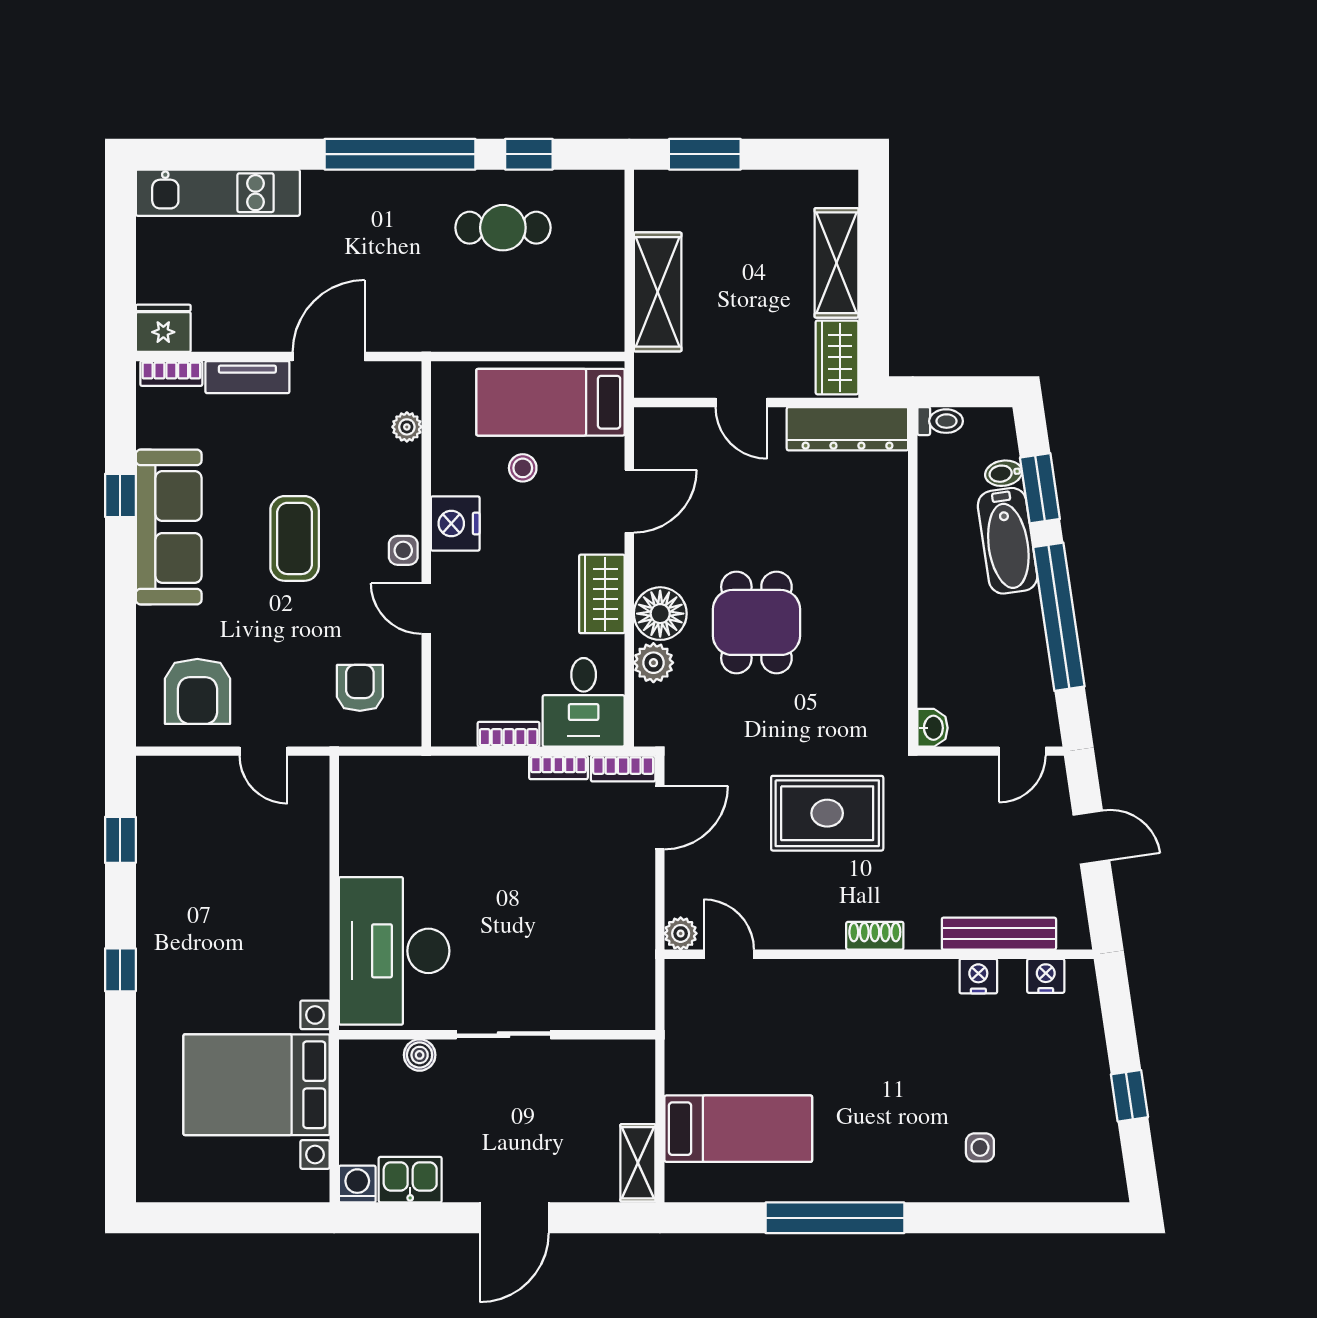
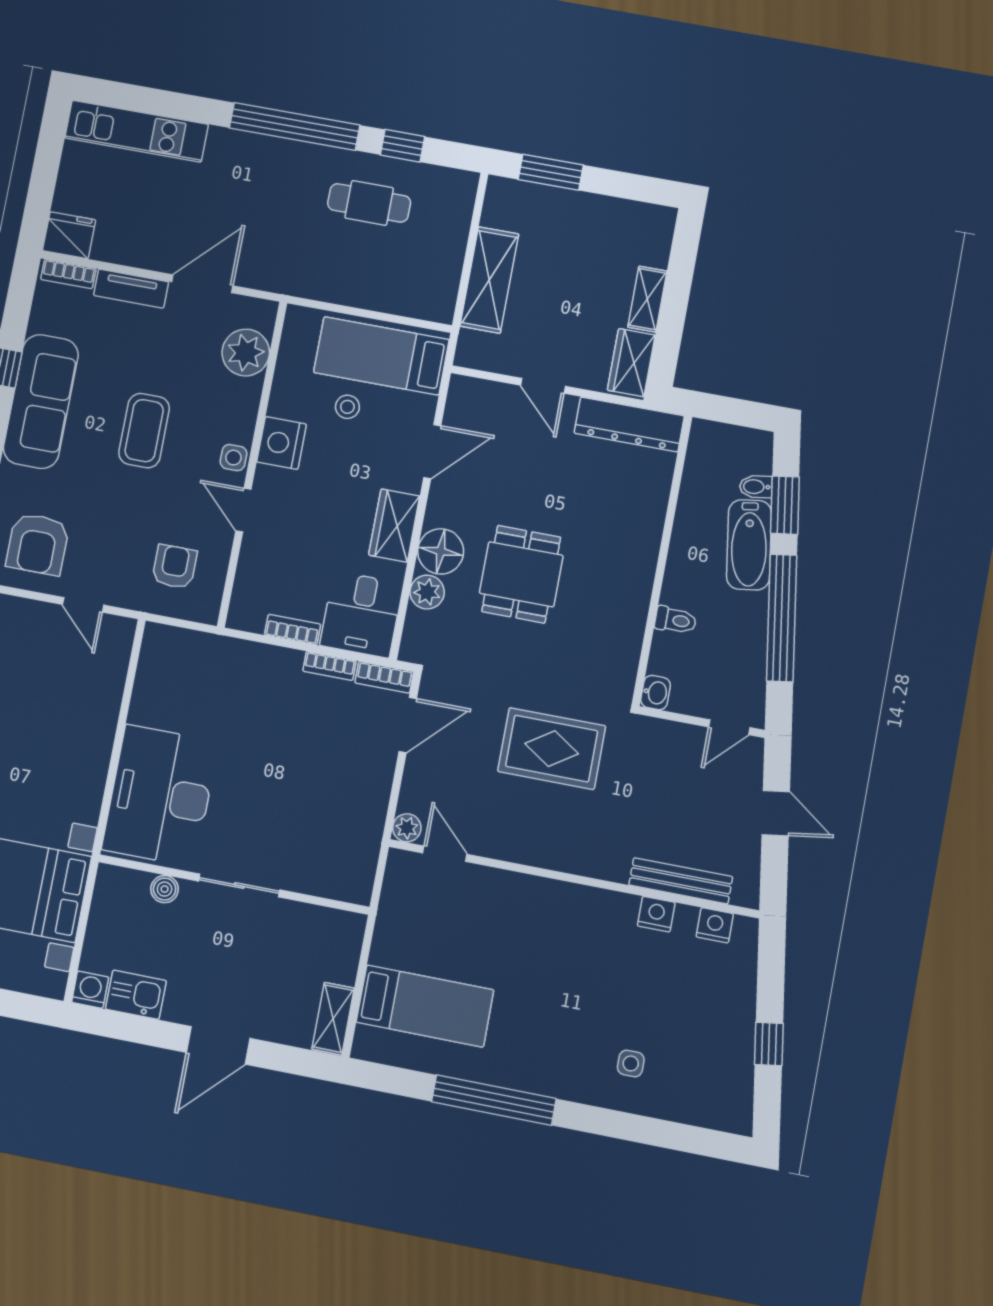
shelving: (836, 263) -> (647, 299), width x0.67, depth x0.75
toilet: (940, 421) -> (675, 620), moved
plant: (407, 427) -> (246, 353), width x1.87, depth x1.87
shoe rack: (875, 936) -> (573, 862), removed

